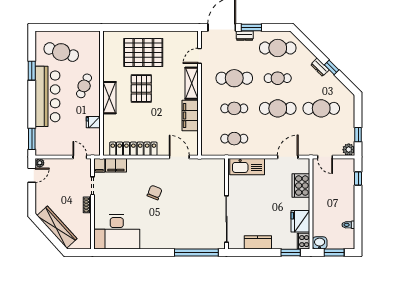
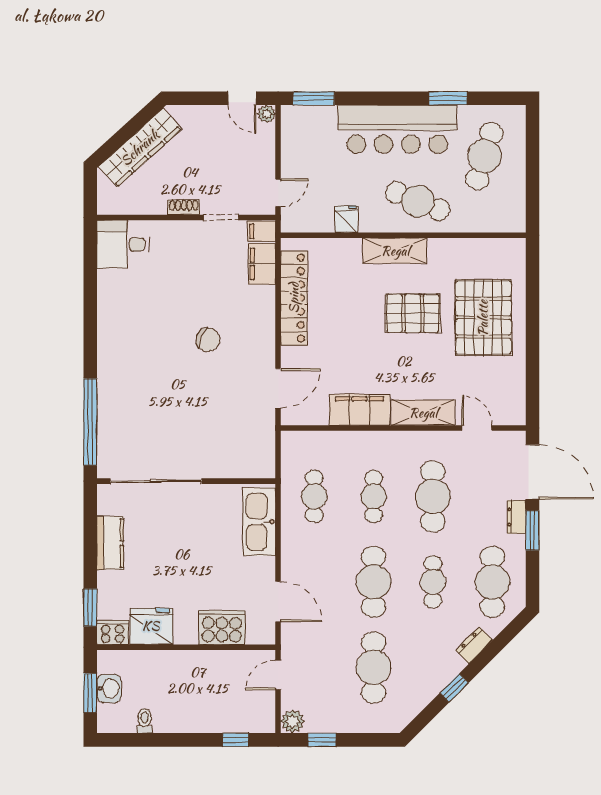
dresser: (320, 67) -> (474, 645), moved
cafe table: (84, 86) -> (418, 201), width x1.37, depth x1.35
desk: (117, 232) -> (123, 244), width x0.53, depth x0.77
washbasin: (320, 243) -> (109, 688), moved

